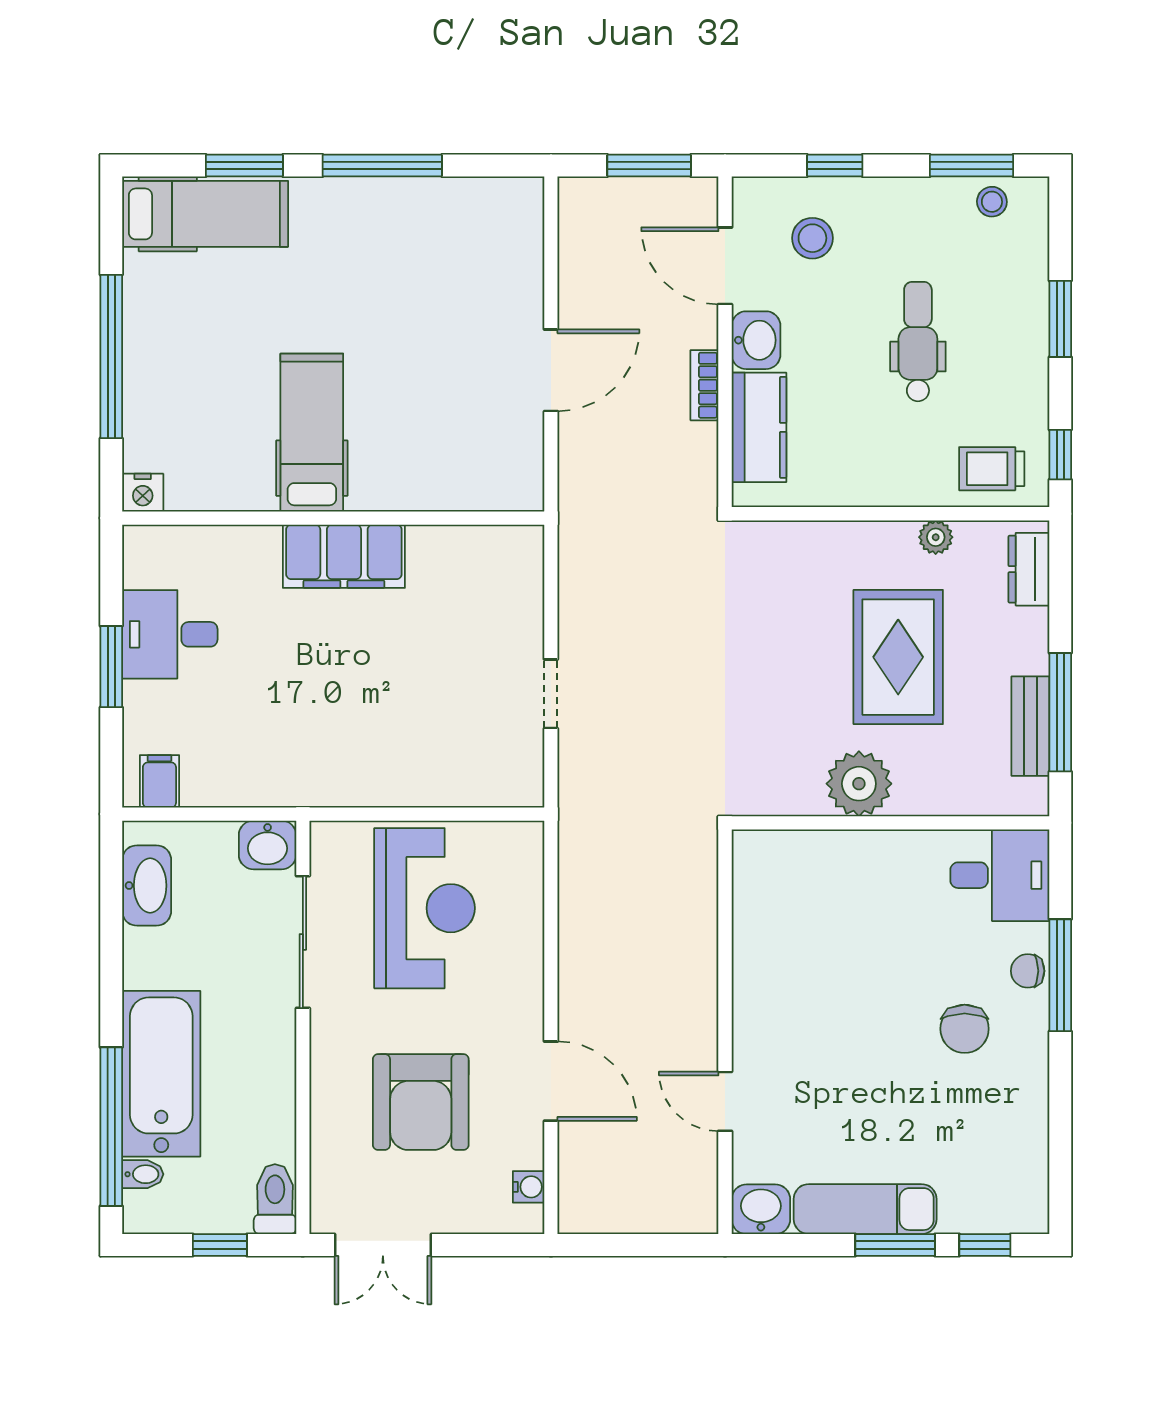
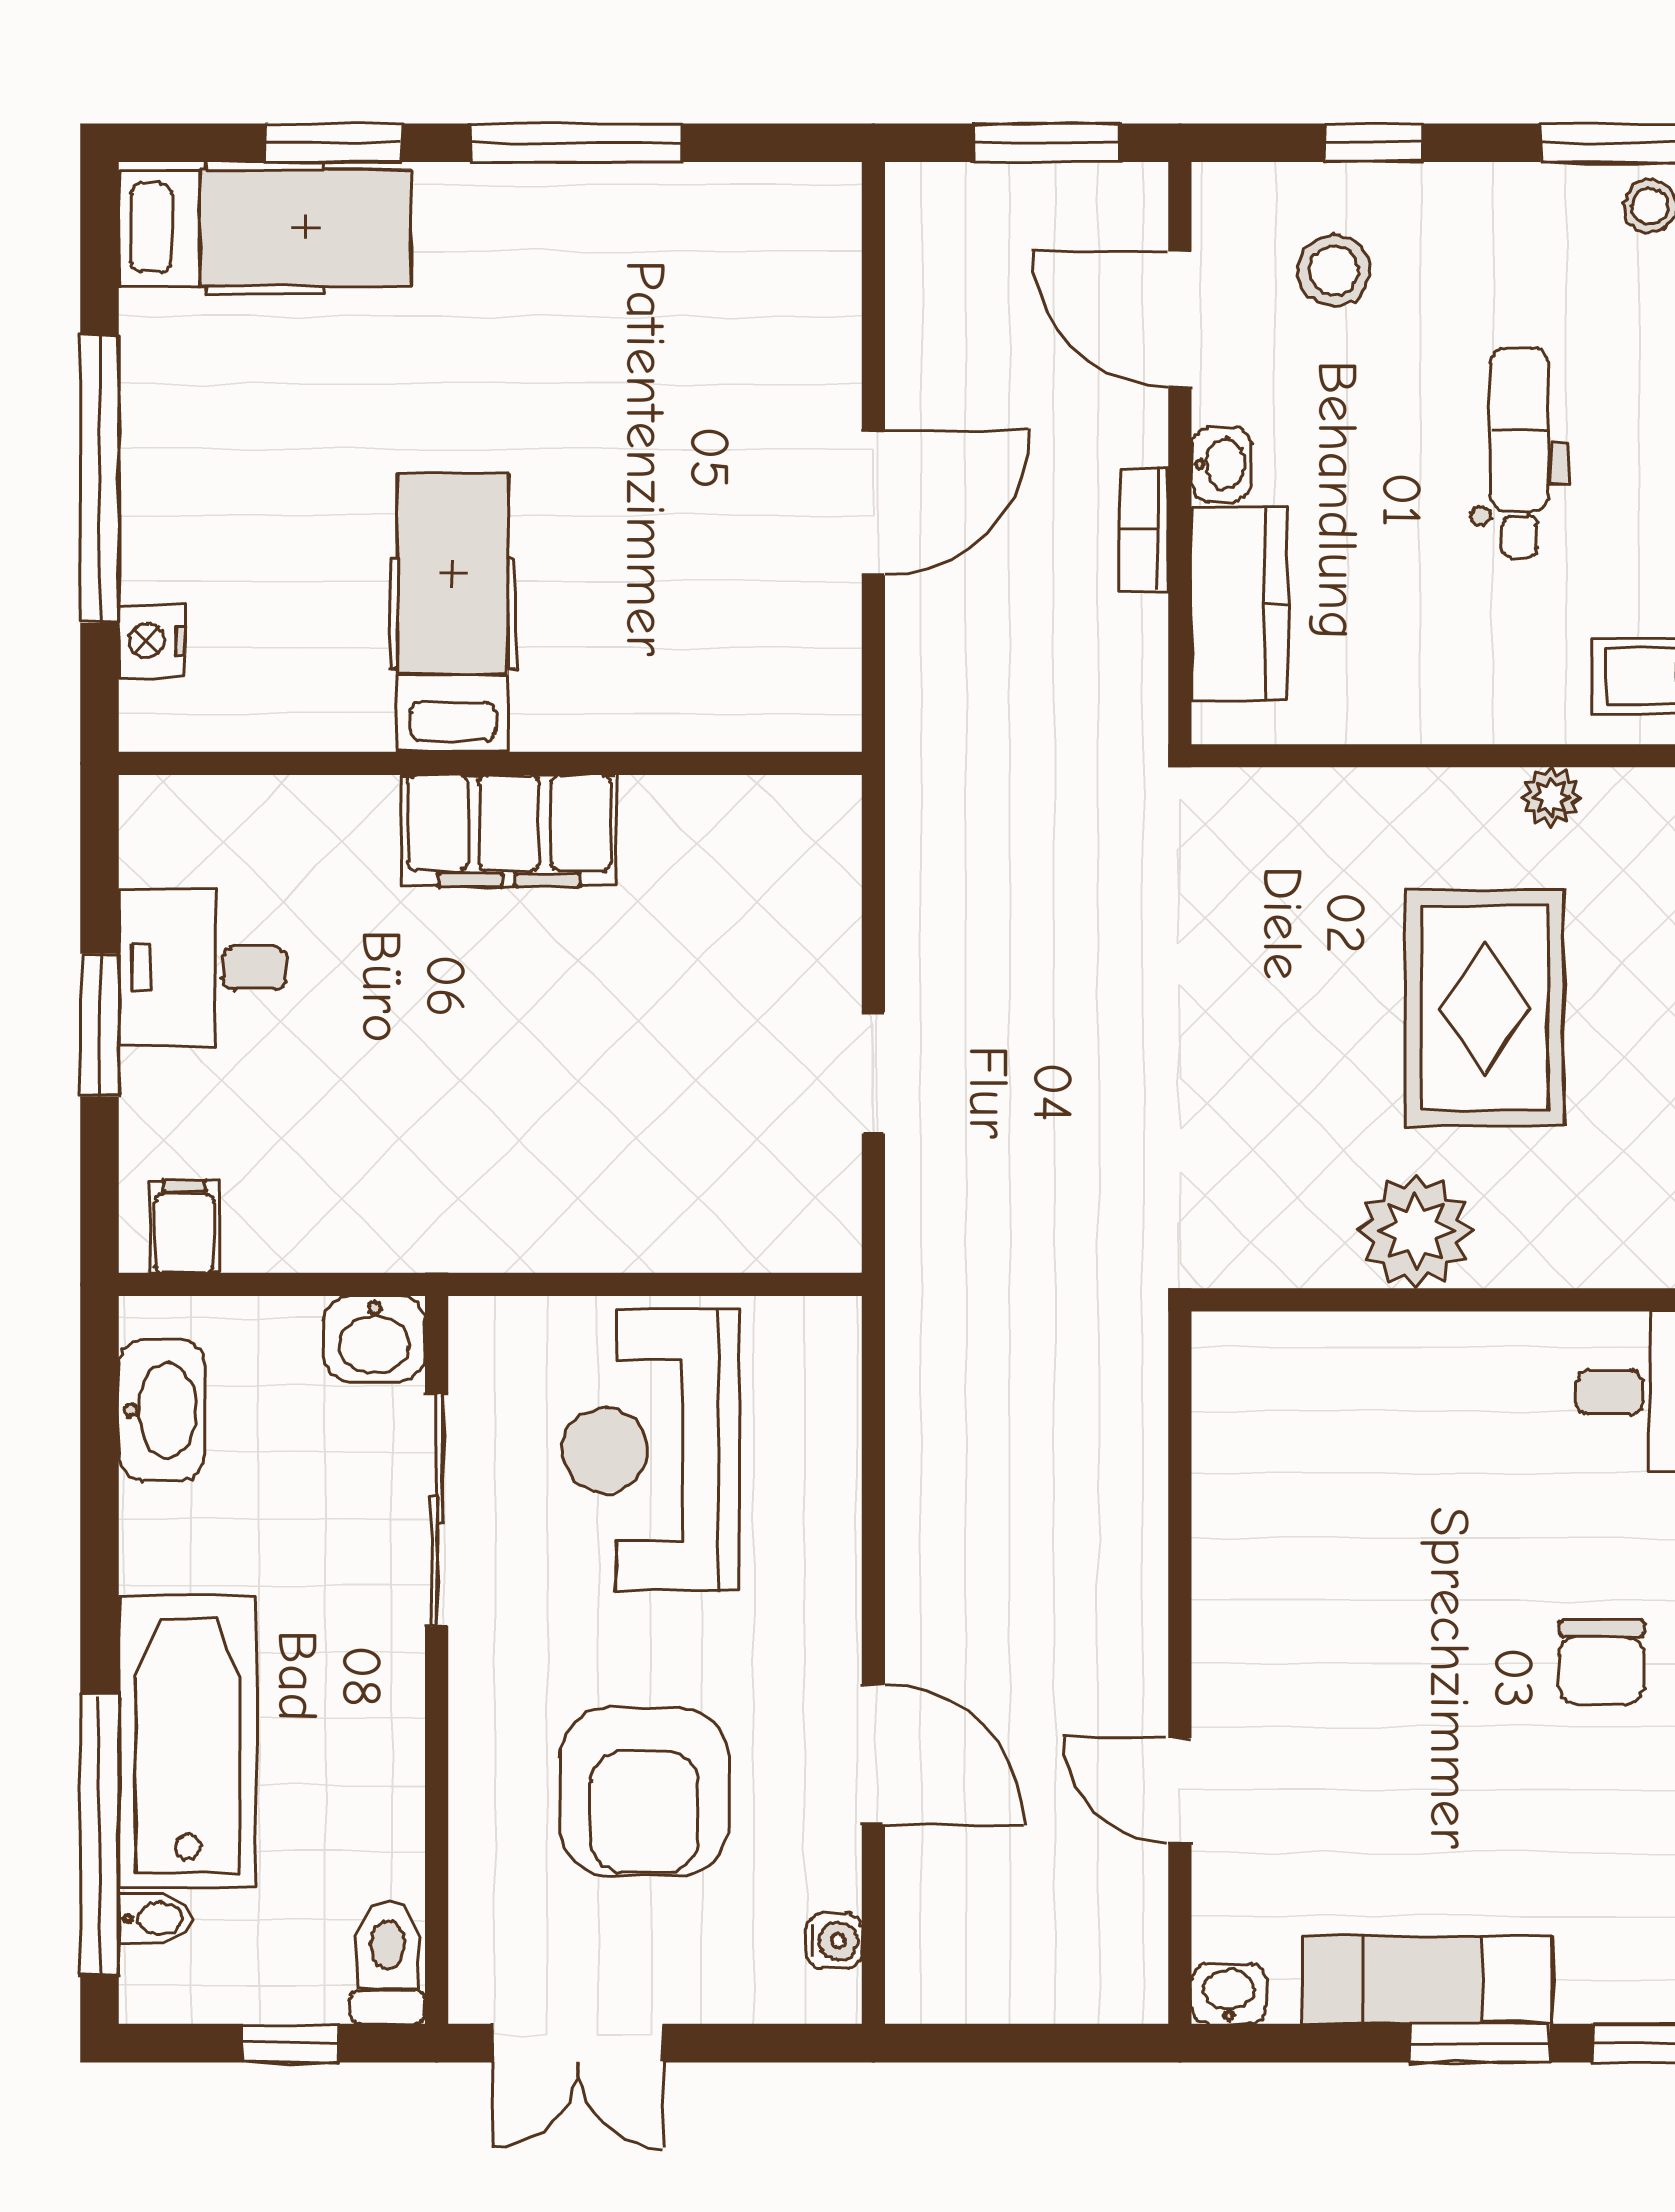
washbasin: (756, 340) -> (1221, 464), width x0.72, depth x0.69
nightstand: (143, 493) -> (152, 641), moved, turned 90
reception desk: (425, 908) -> (651, 1450), turned 180
washbasin: (761, 1209) -> (1229, 1994), width x0.72, depth x0.69

